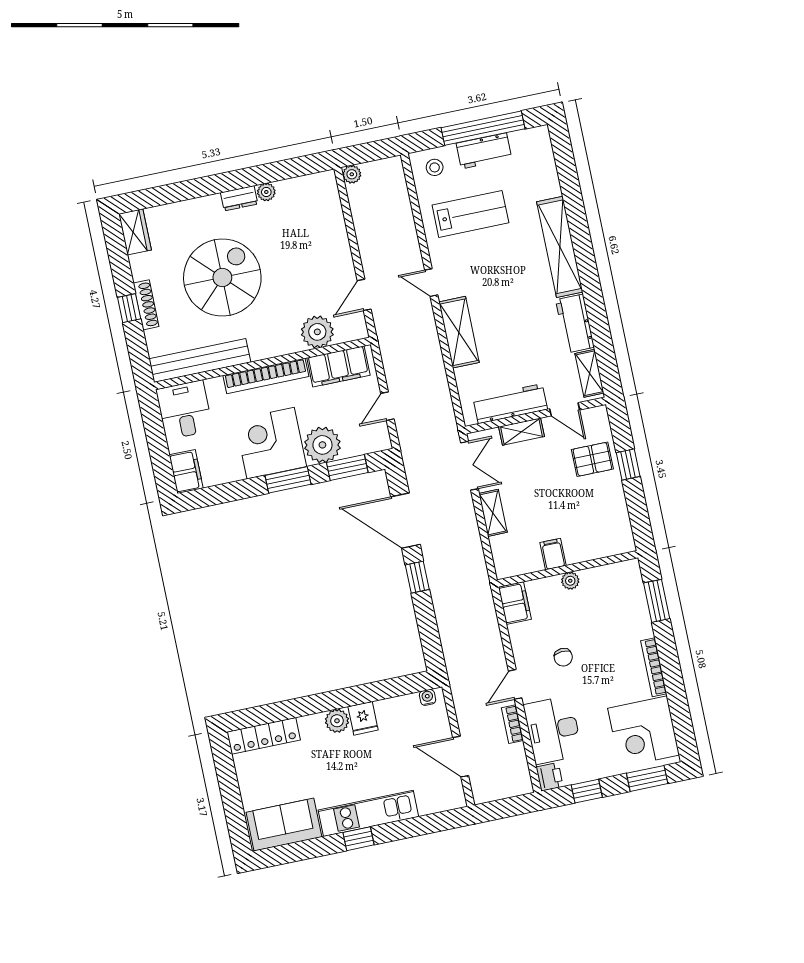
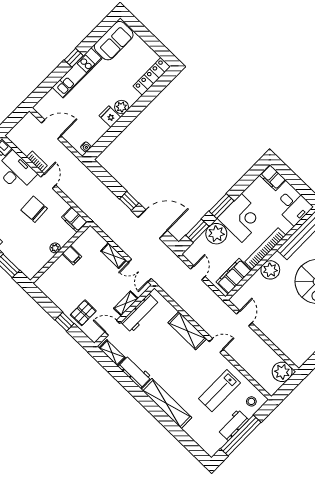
plant: (352, 174) -> (282, 372), width x1.88, depth x1.88
plant: (317, 332) -> (270, 270), moved
chair: (563, 657) -> (34, 209), width x1.87, depth x1.87

